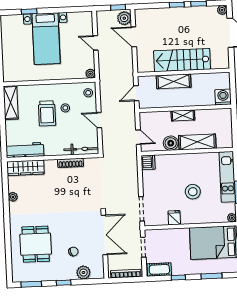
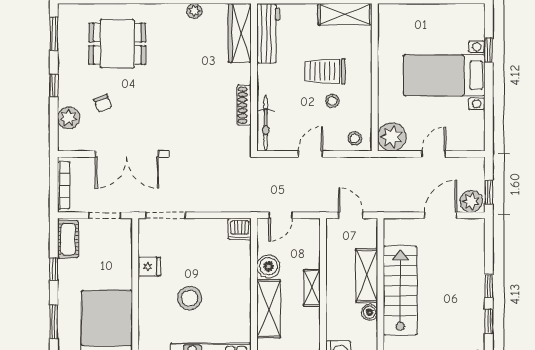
plant: (90, 74) -> (392, 137), width x1.88, depth x1.88
boiler: (197, 79) -> (370, 312), added

